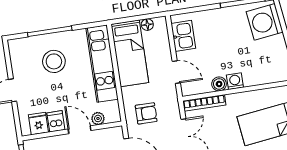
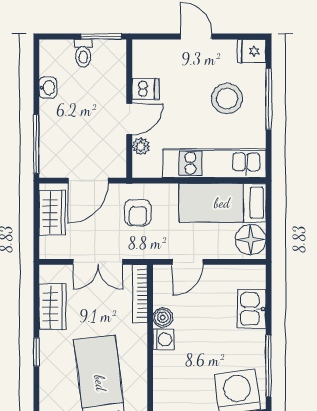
floor lamp: (147, 25) -> (251, 240), width x1.89, depth x1.89
kitchen sink: (183, 36) -> (252, 309), moved, turned 90
fridge: (38, 124) -> (252, 51), moved, turned 180

